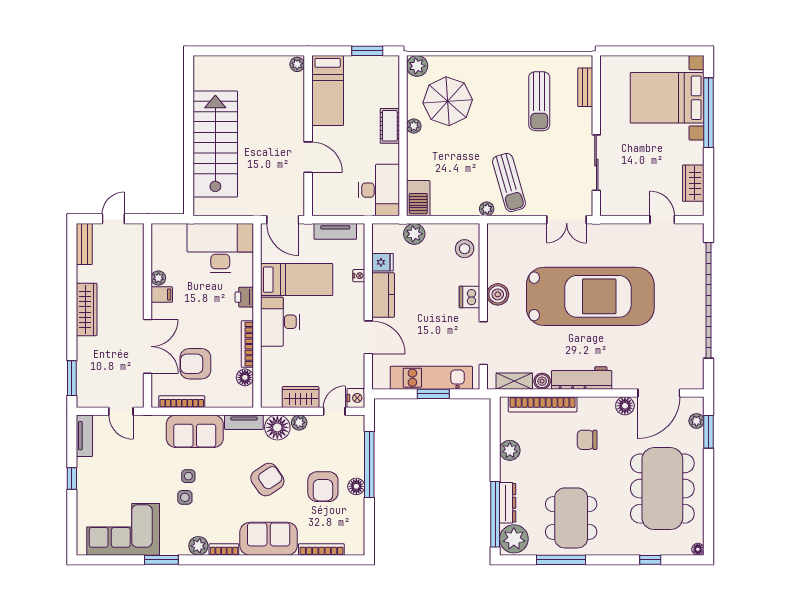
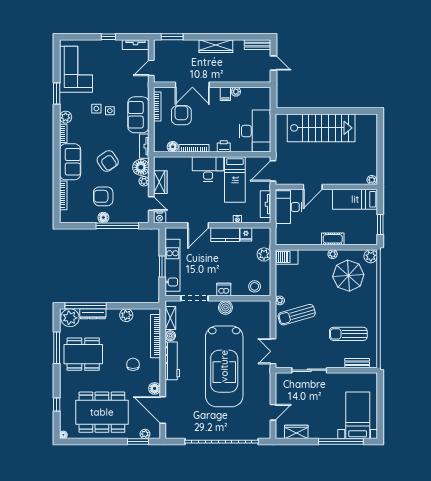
bed with nightstands: (667, 98) -> (358, 415), width x0.73
desk: (379, 190) -> (288, 207), moved, turned 90

